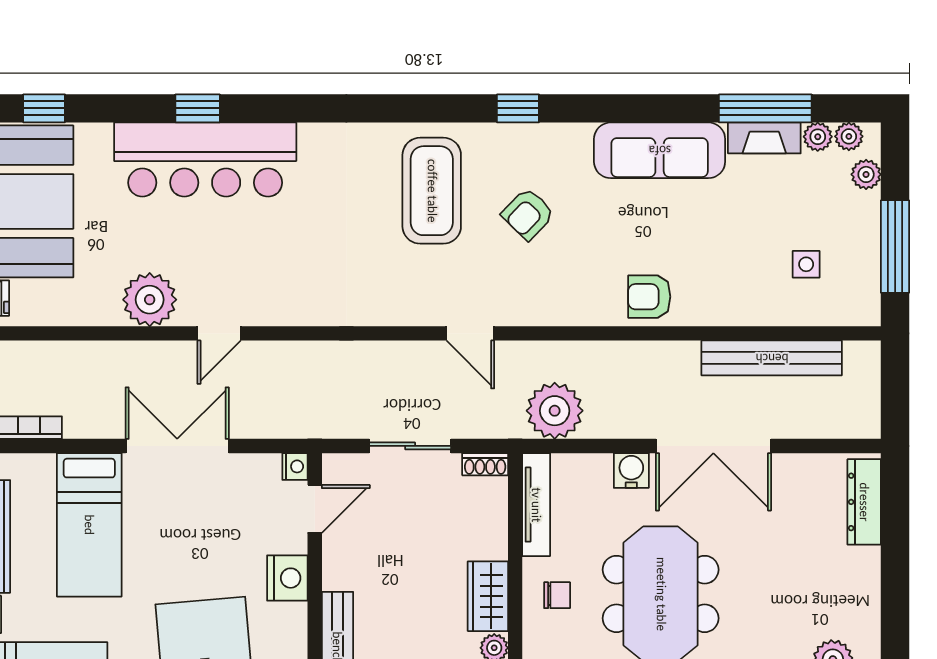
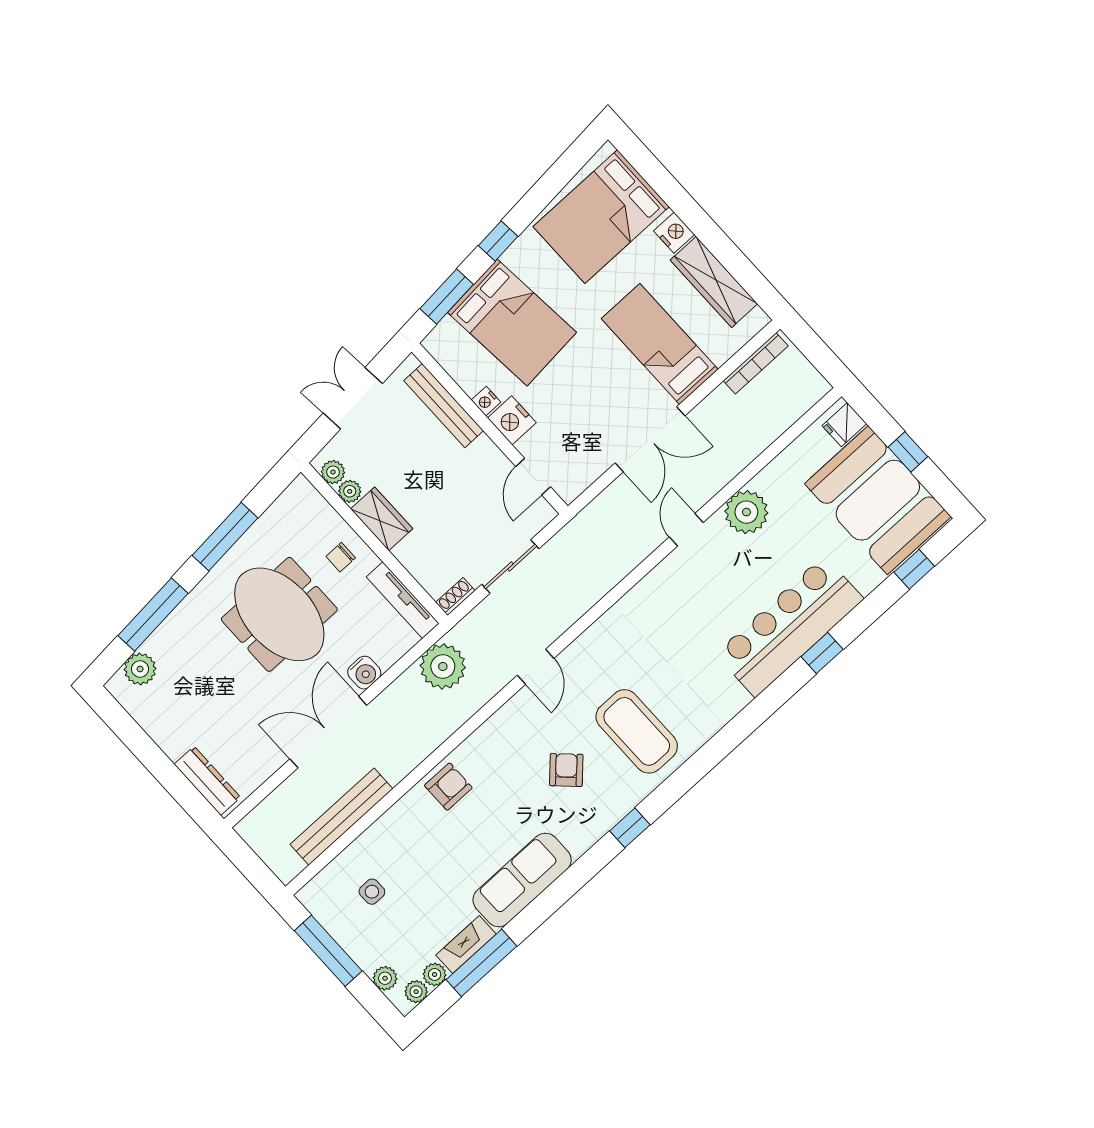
door: (470, 333) -> (536, 667), swing flipped
nightstand: (295, 466) -> (486, 401), moved

